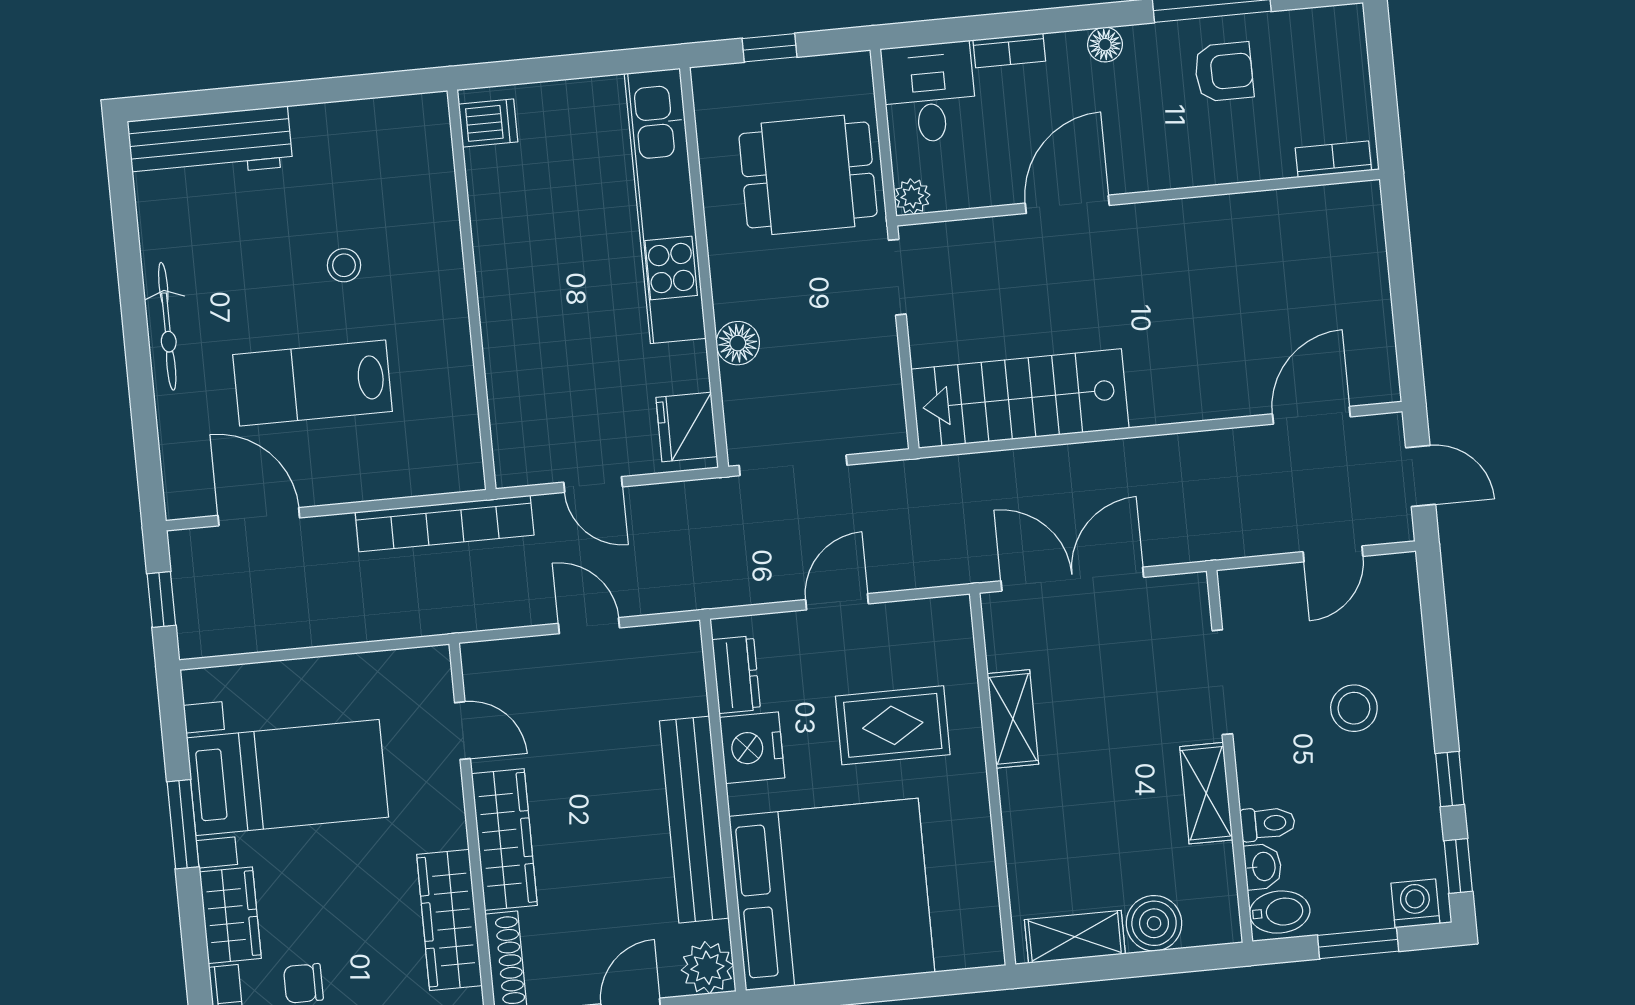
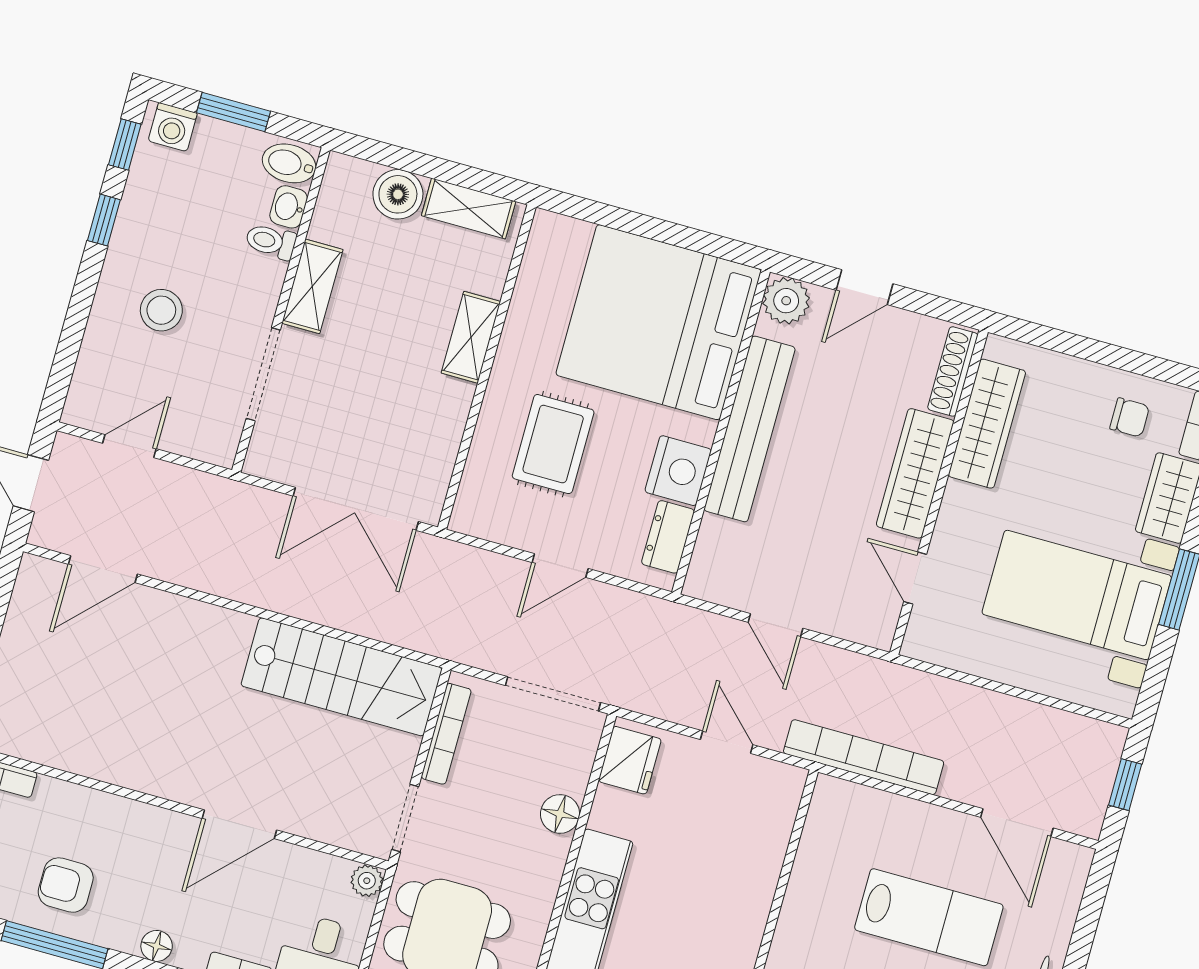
bookcase: (888, 381) -> (446, 734), added
shelving: (1013, 719) -> (471, 337), moved
rug: (893, 725) -> (553, 444), turned 90

